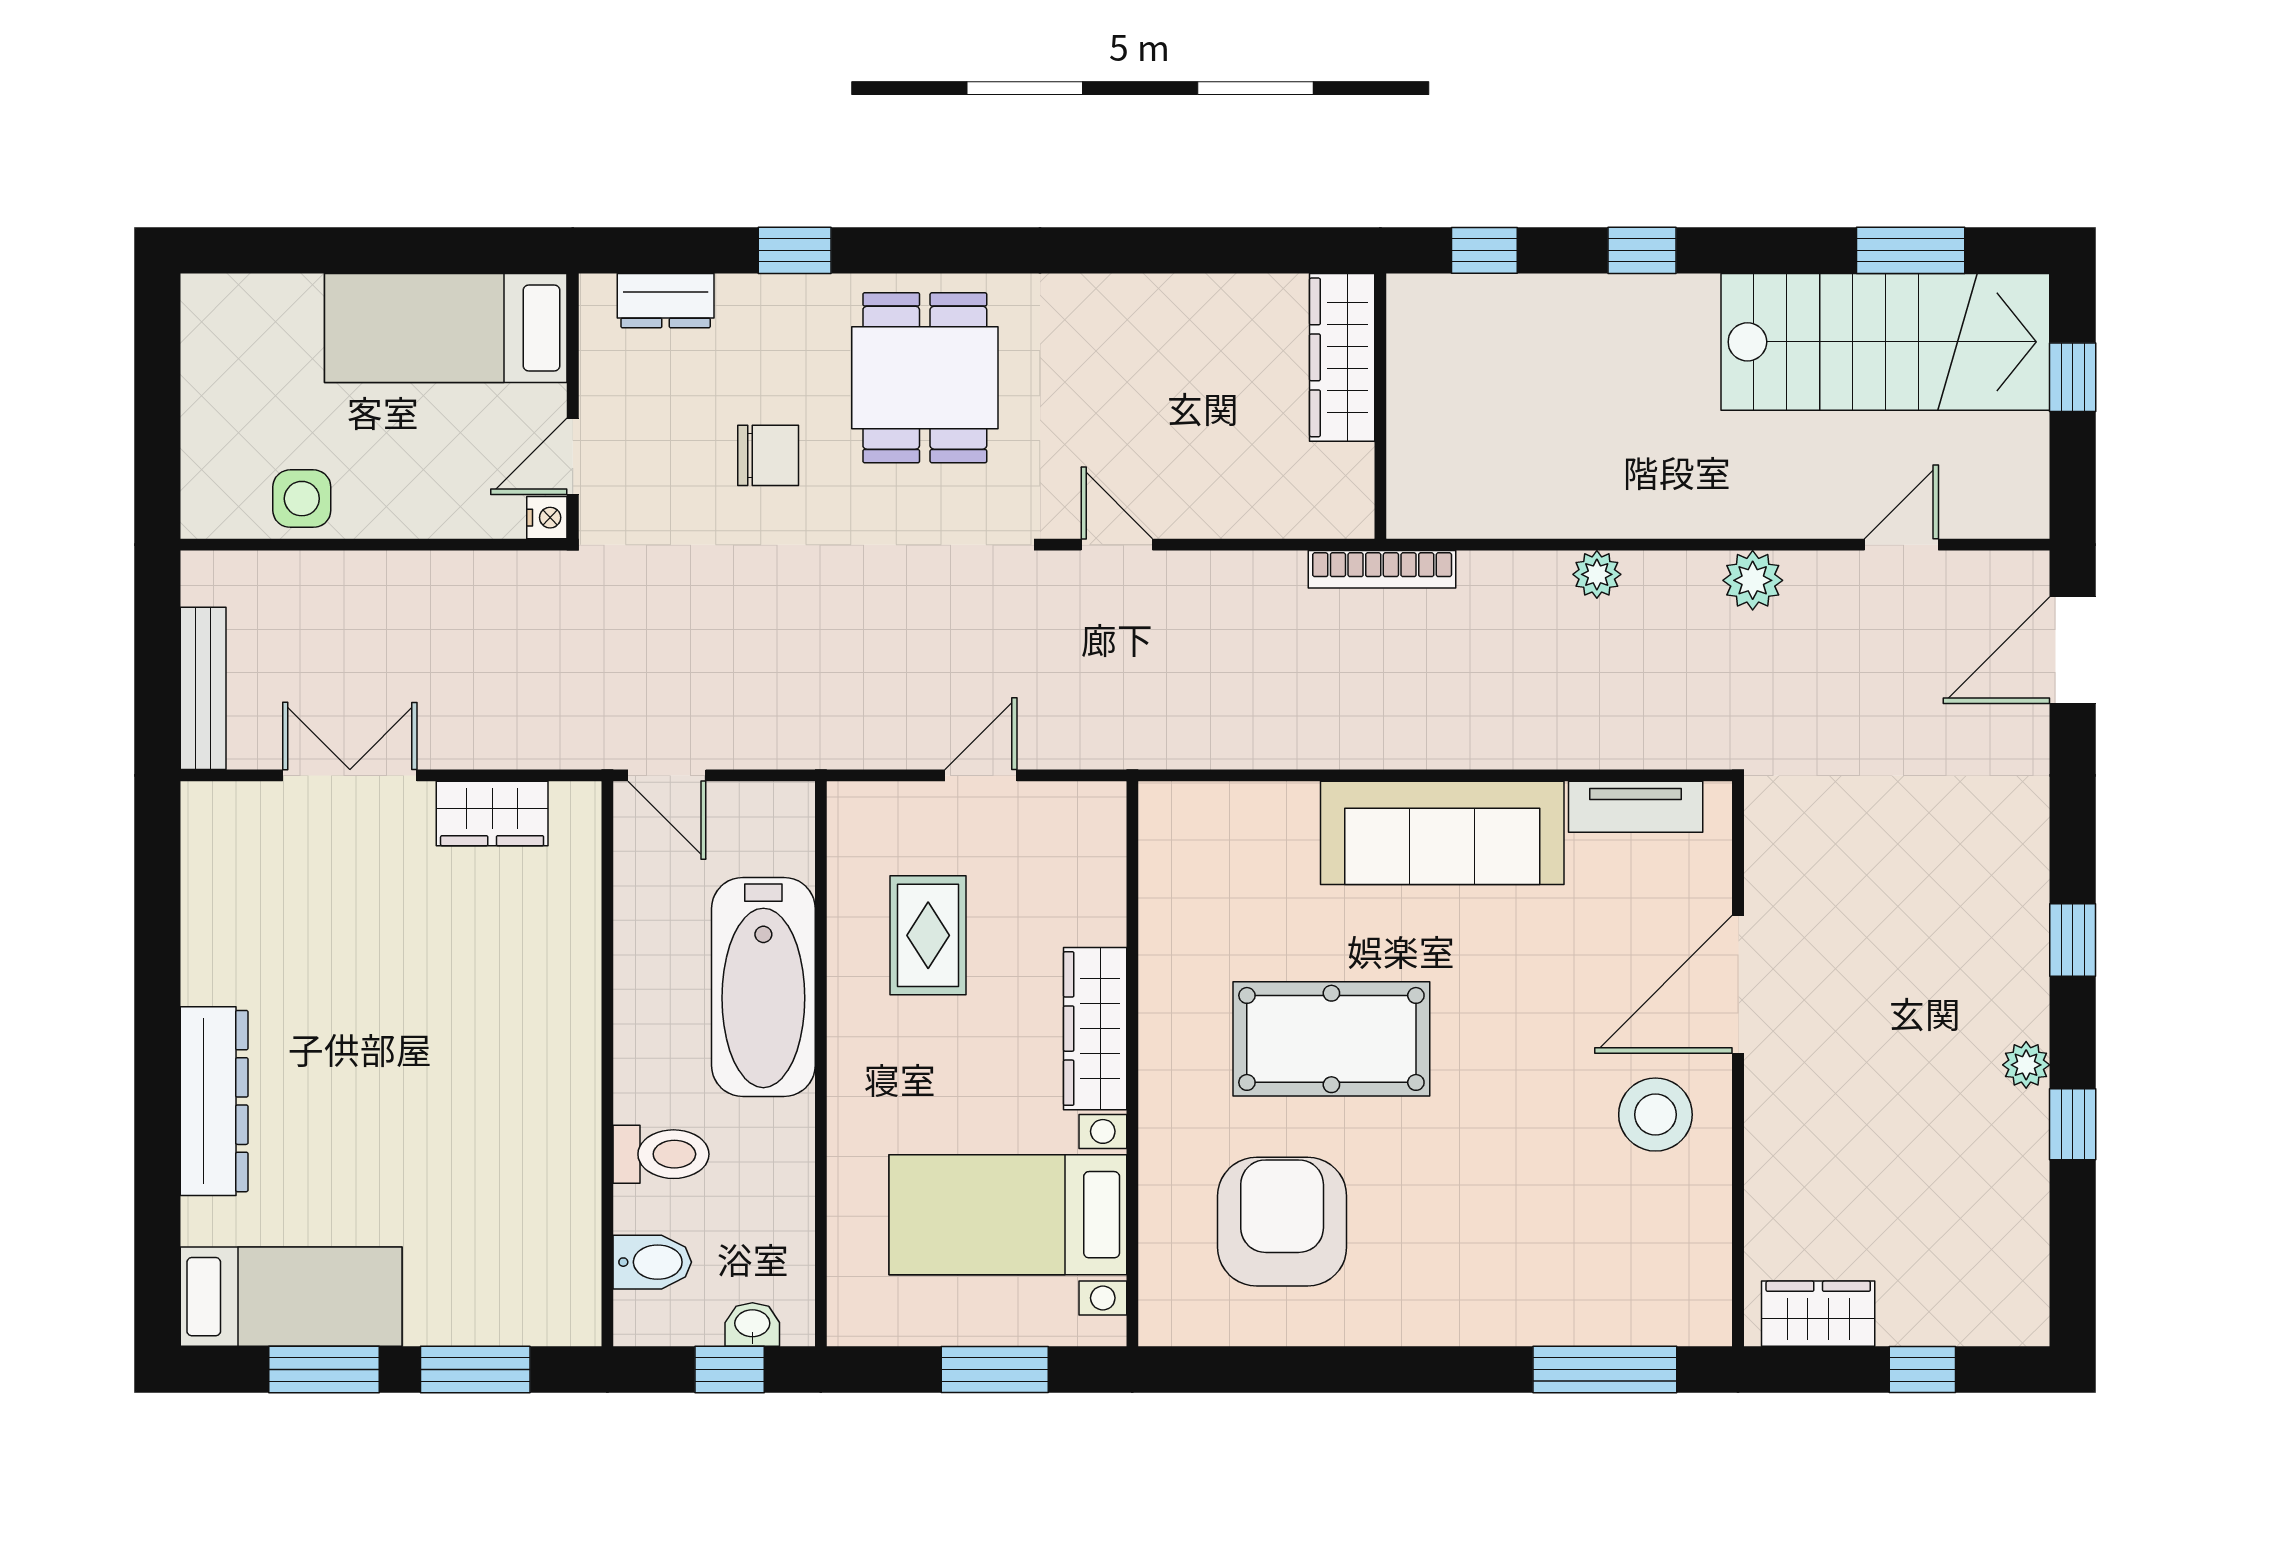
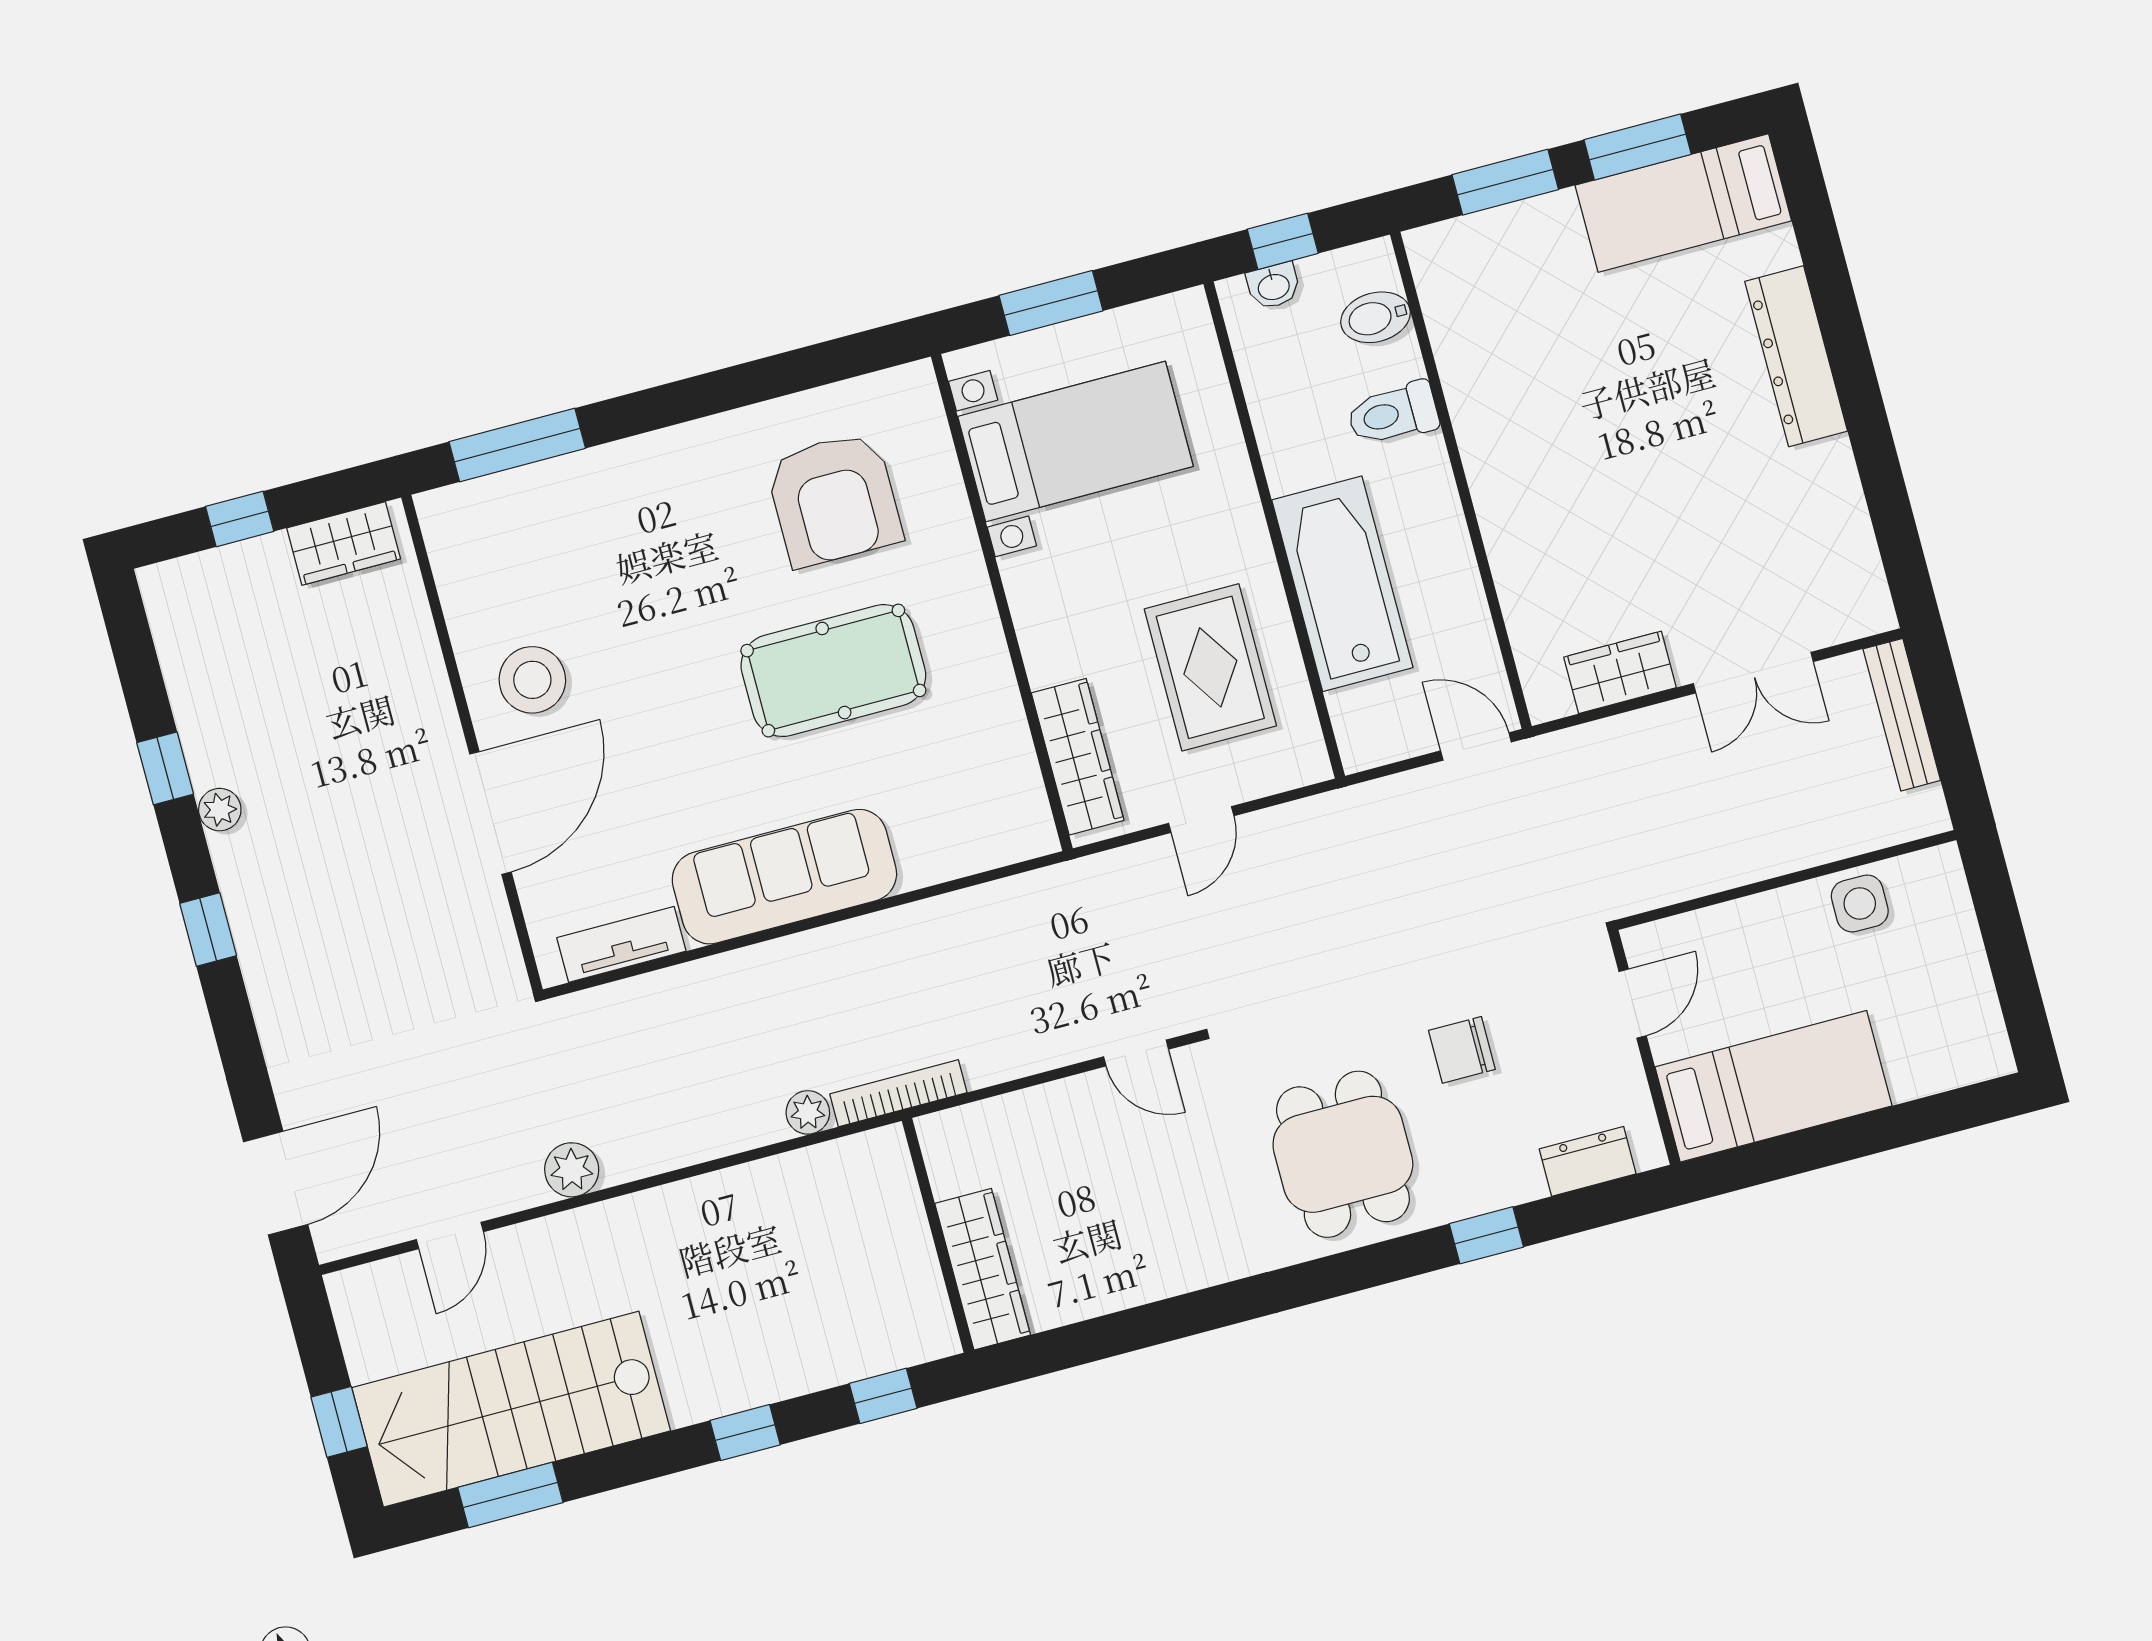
nightstand: (547, 518) -> (1641, 944), removed
plant: (1597, 574) -> (808, 1112), moved
rug: (928, 935) -> (1210, 667), width x1.36, depth x1.43
wardrobe: (1095, 1029) -> (1078, 757), moved

